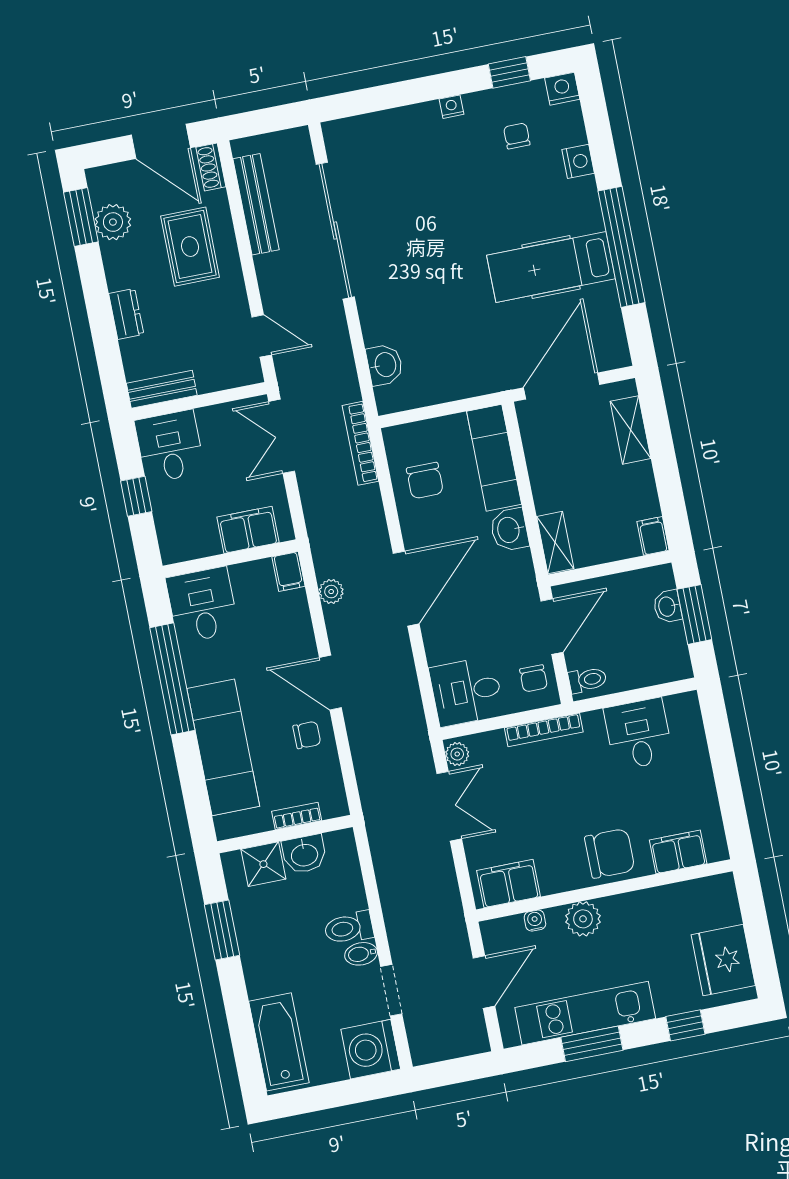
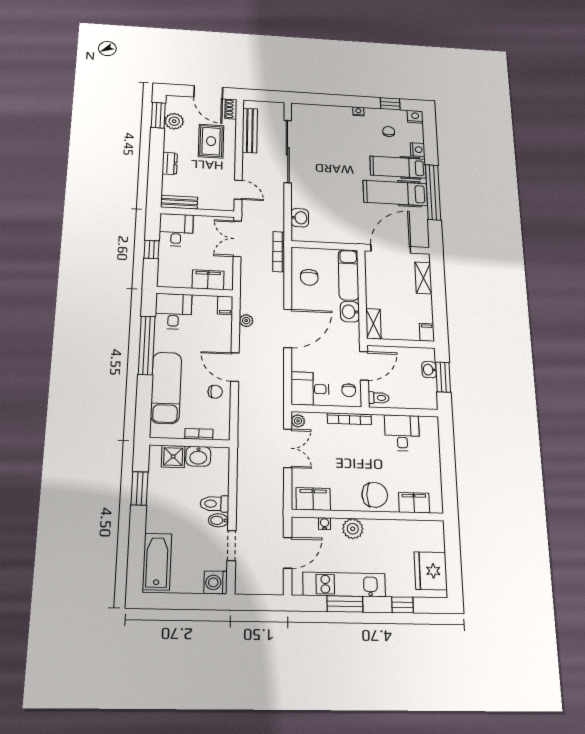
hospital bed: (547, 210) -> (398, 167), added
washing machine: (371, 1049) -> (216, 582), width x0.73, depth x0.73

